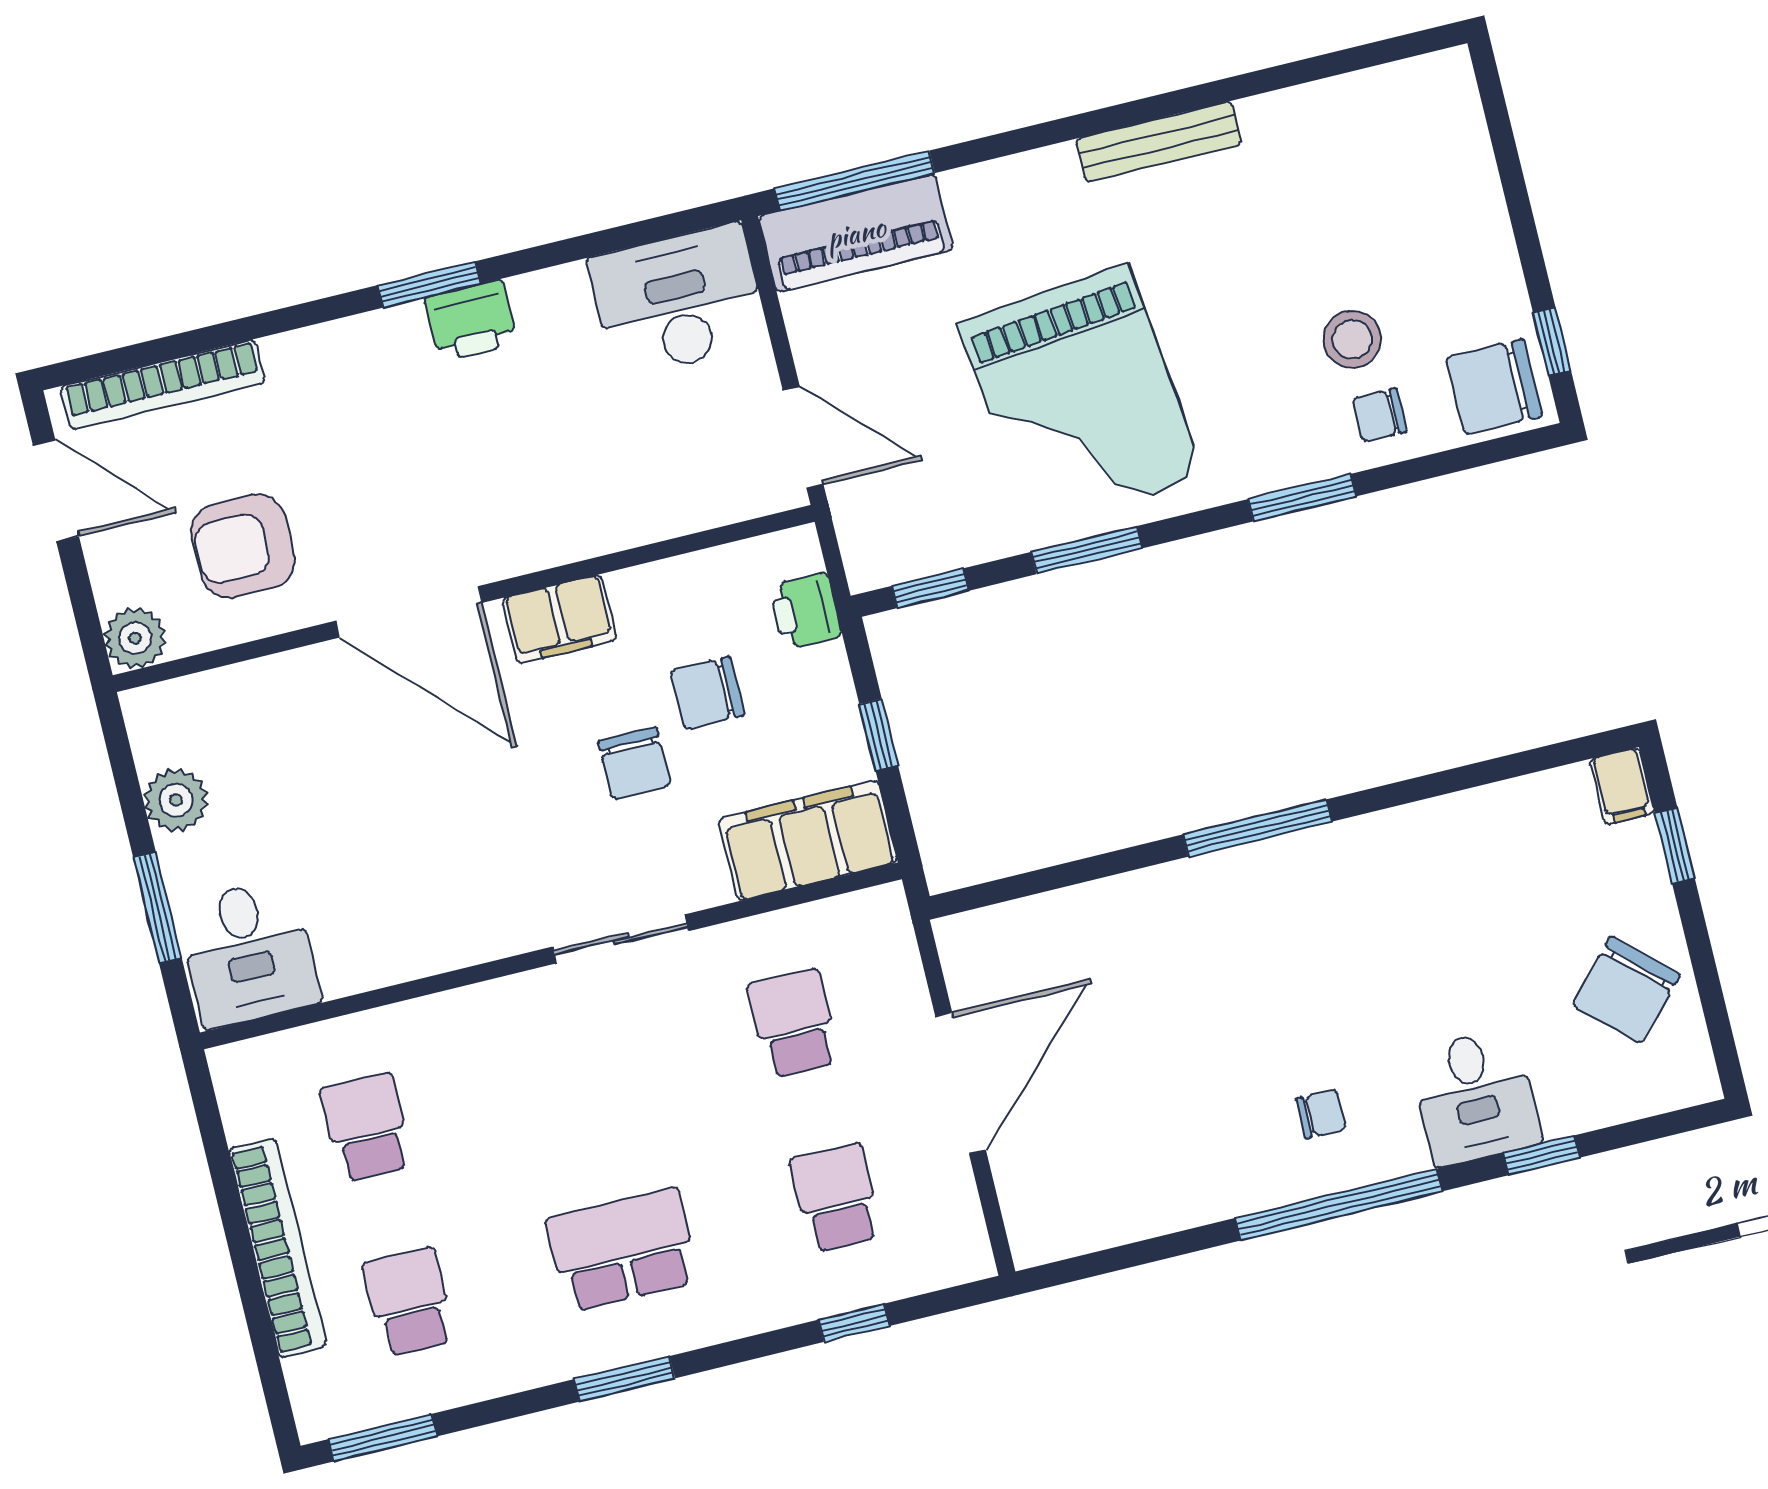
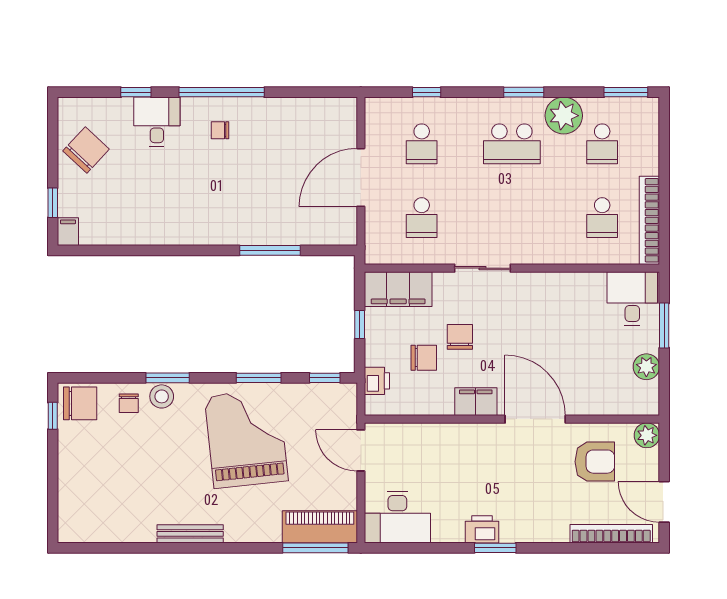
stool: (1352, 339) -> (162, 396), moved
chair: (1380, 415) -> (129, 403), turned 90
window: (1257, 828) -> (270, 250), moved
bookcase: (277, 1248) -> (649, 220), moved
plant: (516, 1347) -> (564, 116), added

